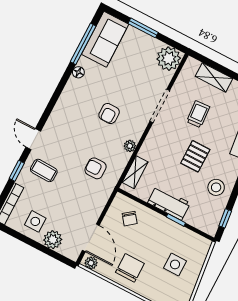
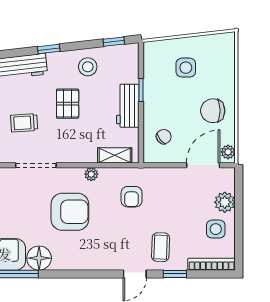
floor lamp: (78, 72) -> (39, 258), width x1.89, depth x1.89
armchair: (109, 114) -> (70, 212), width x1.88, depth x1.88
pallet: (195, 156) -> (68, 104), turned 90

